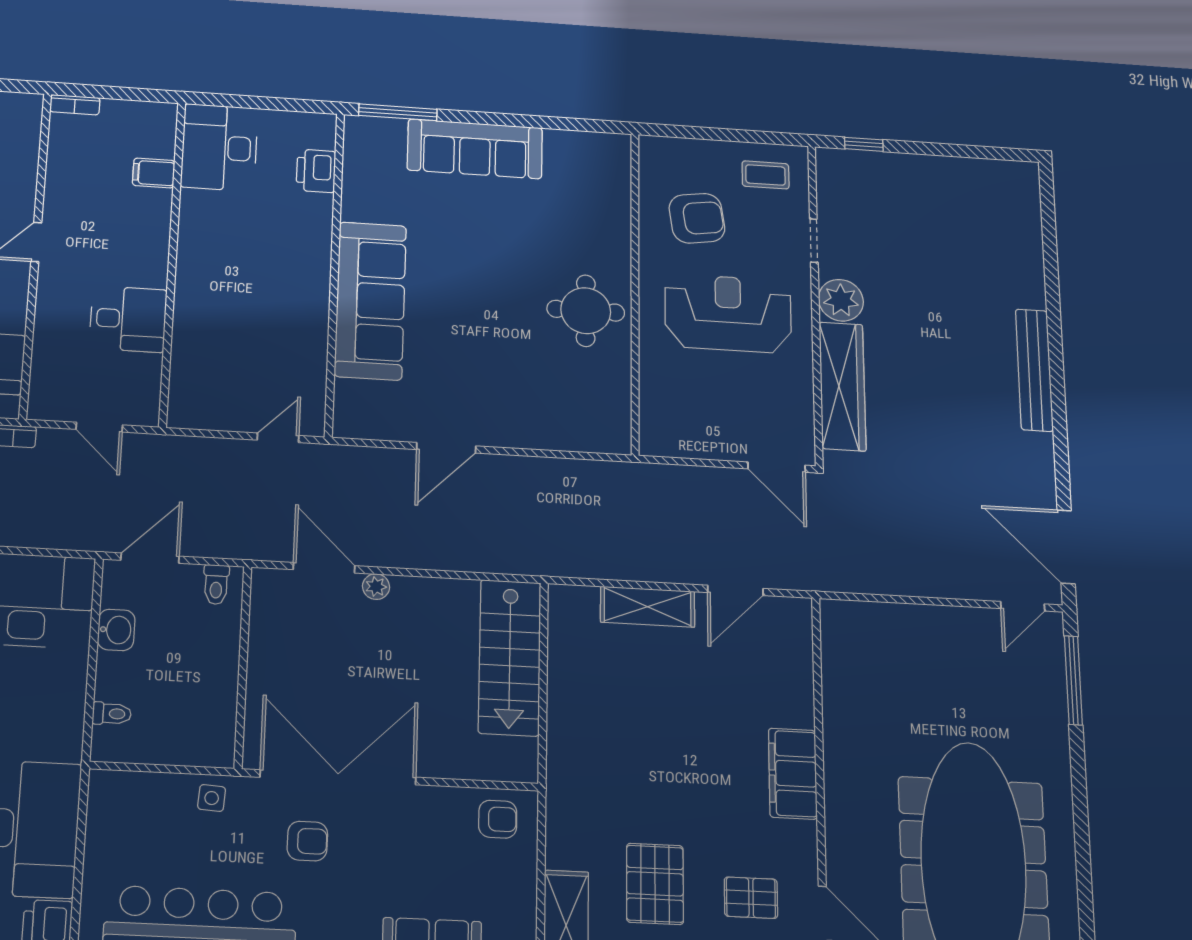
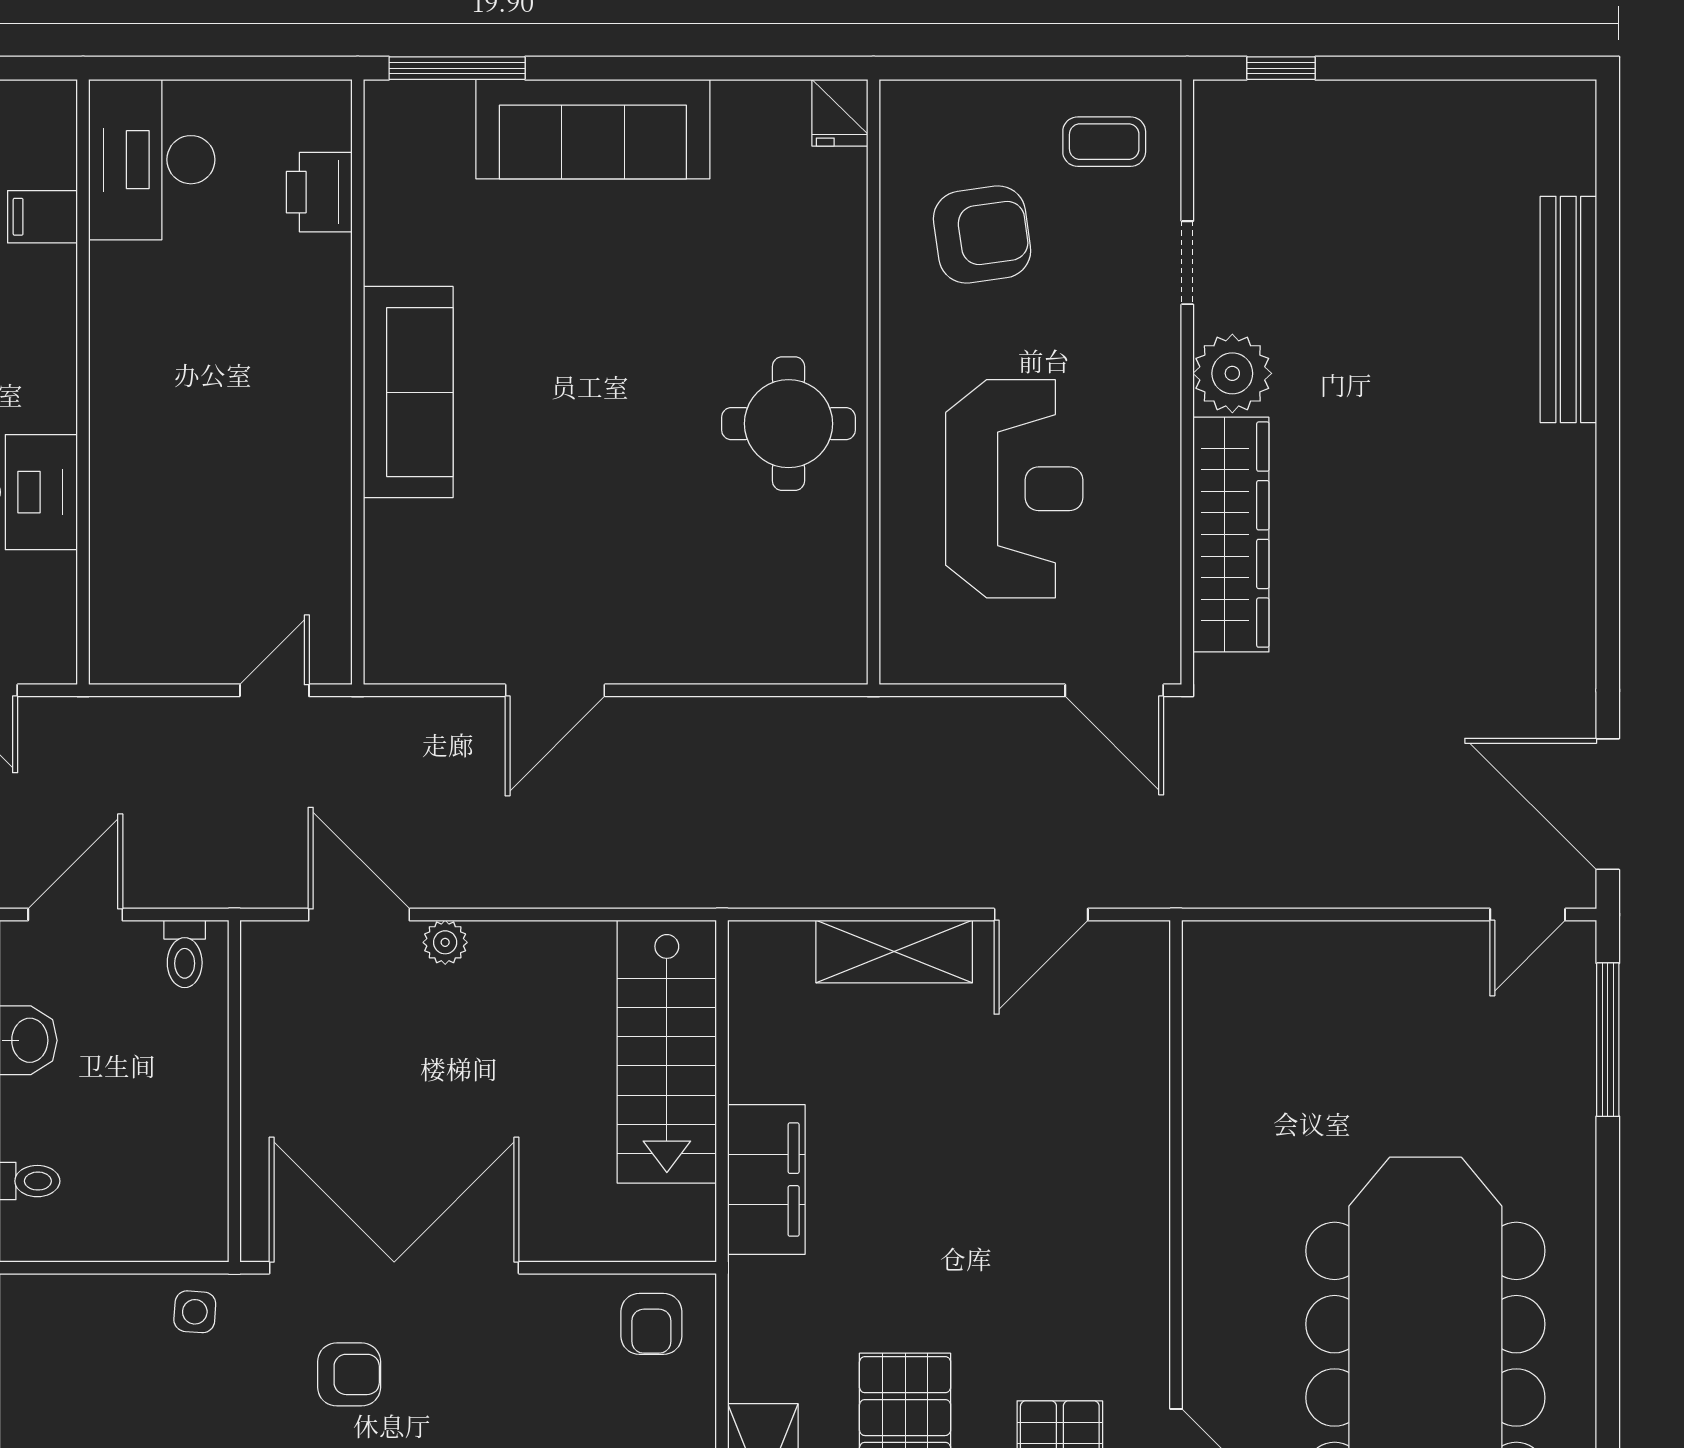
fridge: (616, 150) -> (840, 113), added
sofa: (370, 301) -> (408, 392), width x0.74, depth x0.79
reception desk: (728, 313) -> (1014, 489), moved, turned 90
bench: (1034, 370) -> (1568, 309), moved
filing cabinet: (793, 774) -> (766, 1180), moved, turned 180
armchair: (498, 819) -> (651, 1324), turned 90

